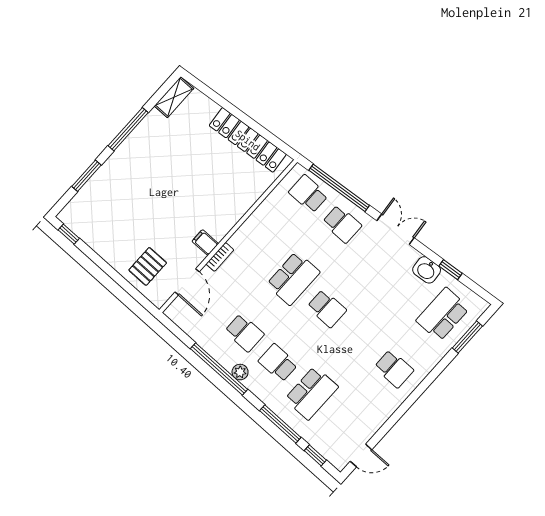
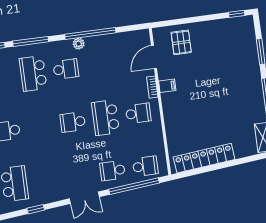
washbasin: (427, 270) -> (47, 196), removed
door: (187, 282) -> (154, 57), hinge flipped
school desk: (244, 333) -> (138, 113), moved, turned 180

